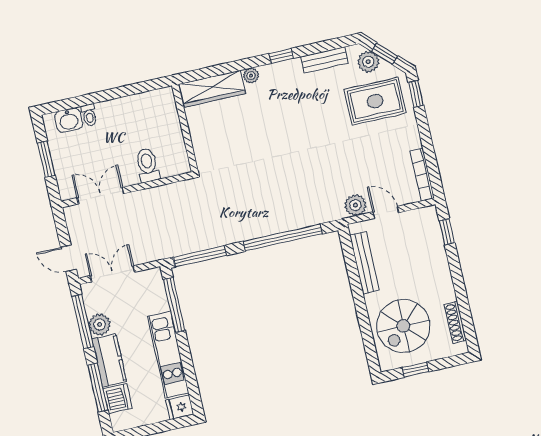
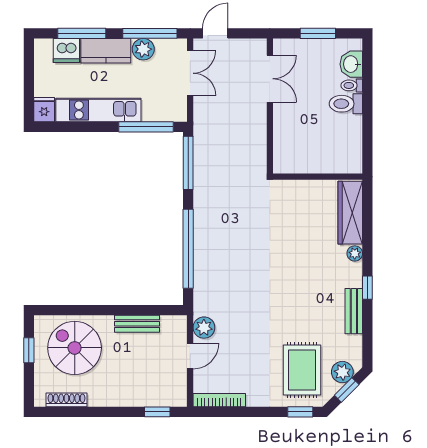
bench: (324, 60) -> (354, 311), moved
toilet: (147, 165) -> (346, 104), moved, turned 180
bench: (365, 263) -> (137, 324), width x0.73

